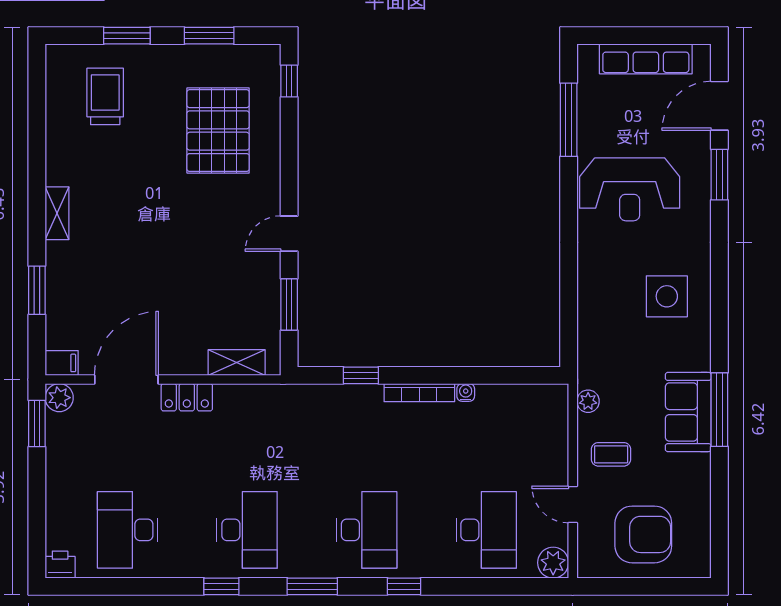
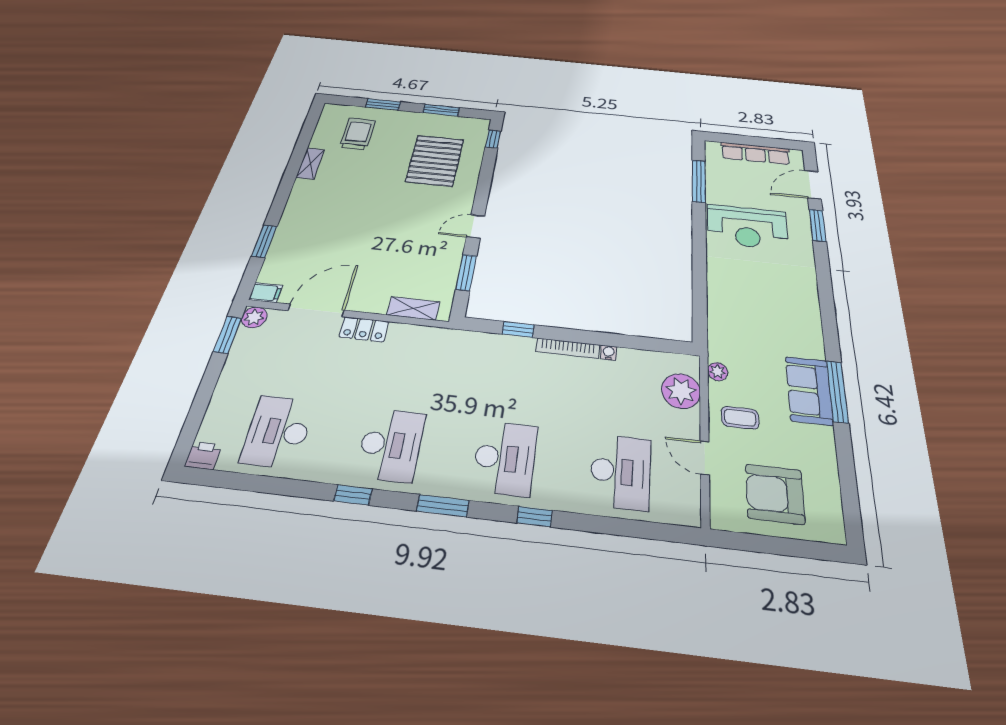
shelving: (57, 213) -> (310, 164), moved
side table: (667, 296) -> (782, 301), removed
armchair: (643, 534) -> (775, 494), turned 180
plant: (553, 563) -> (681, 391), moved, width x1.36, depth x1.36

